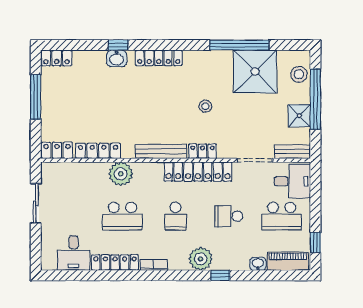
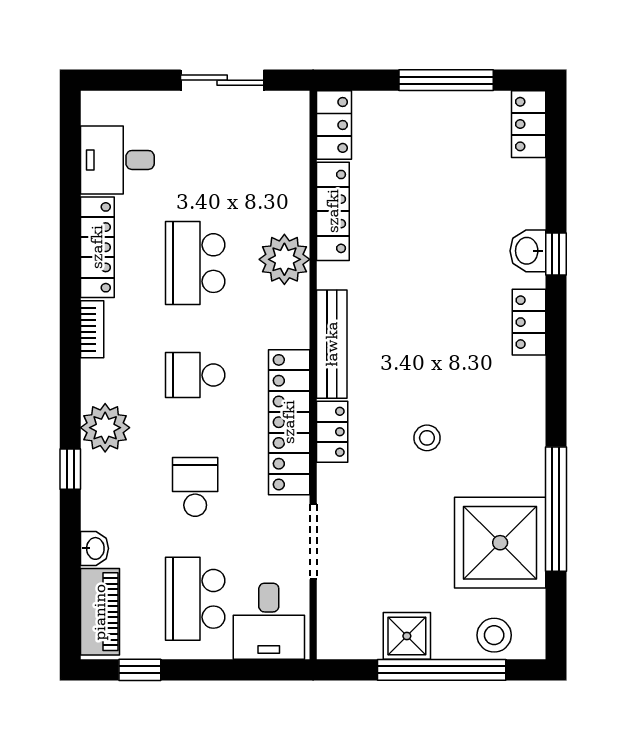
locker: (159, 58) -> (529, 322), width x0.66
bench: (292, 152) -> (331, 621), removed

